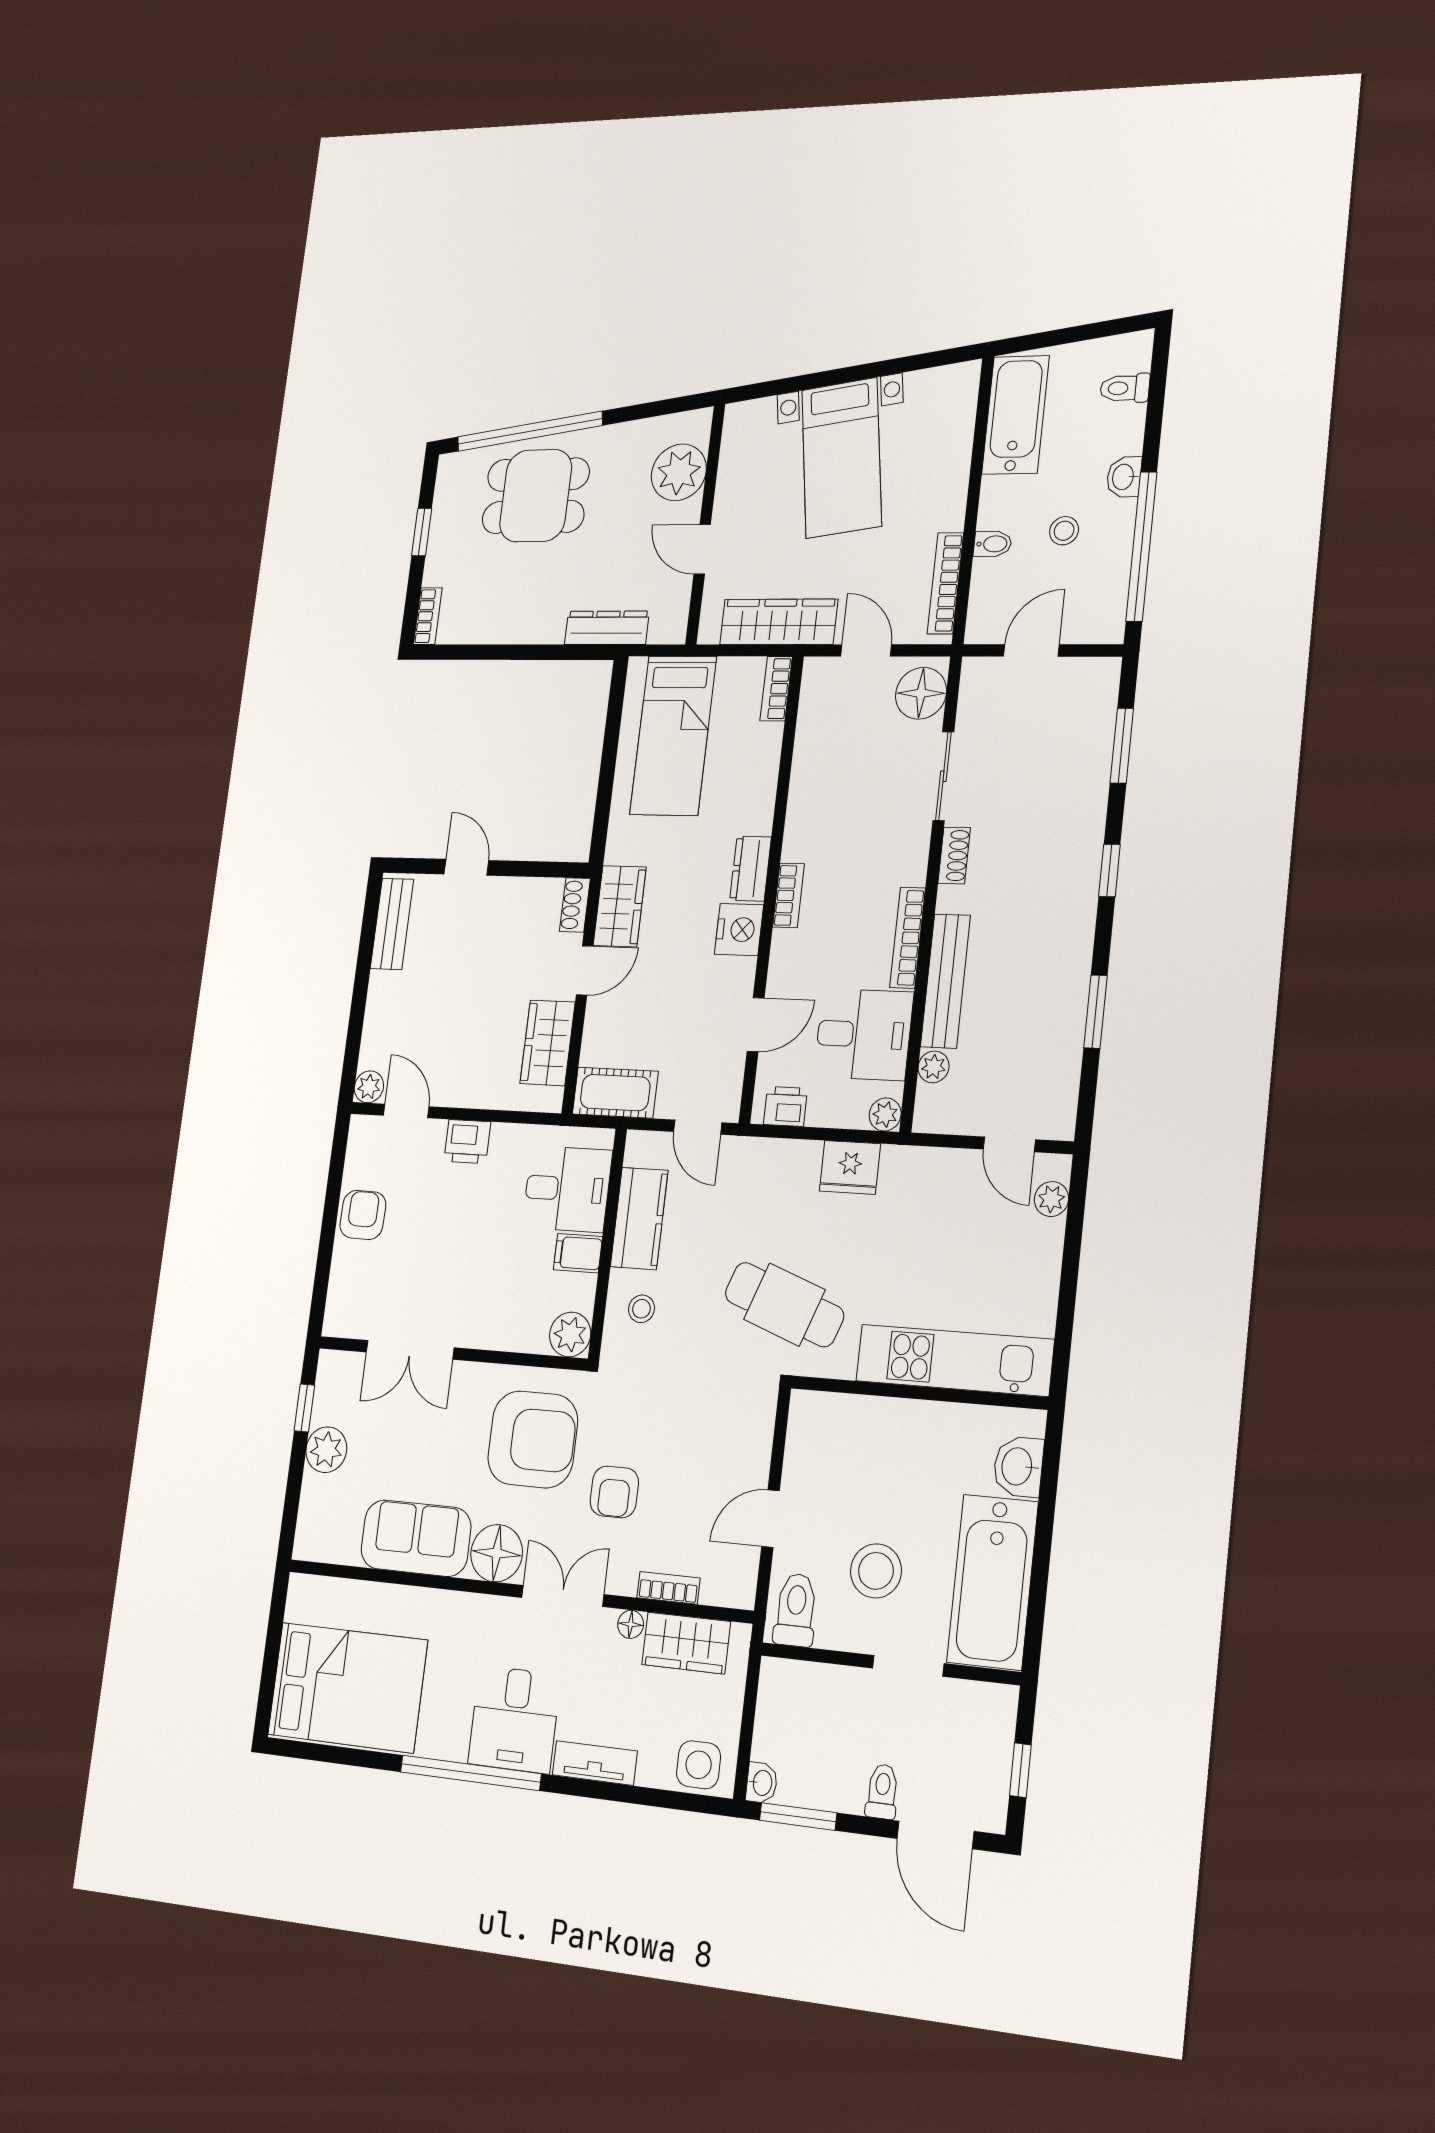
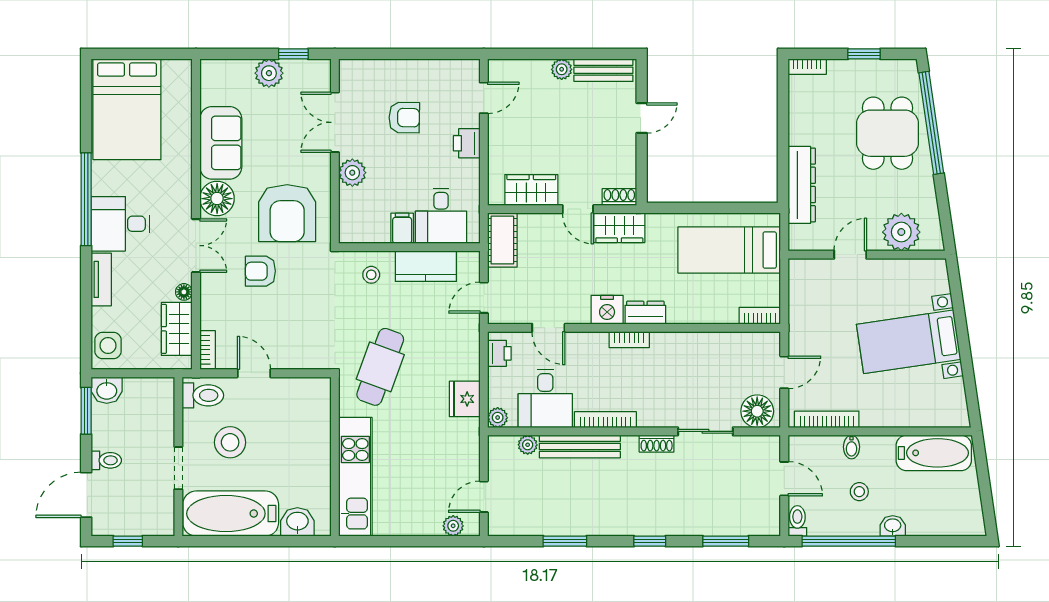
toilet: (1125, 388) -> (797, 521), moved
wardrobe: (779, 622) -> (803, 312), removed
dresser: (607, 628) -> (802, 185), width x1.37, depth x1.24
plant: (369, 1087) -> (562, 69), moved
armchair: (363, 1215) -> (404, 118), moved
plant: (570, 1334) -> (352, 173), moved
bookcase: (668, 1588) -> (208, 350), moved
washbasin: (762, 1783) -> (107, 390), width x1.38, depth x1.45

